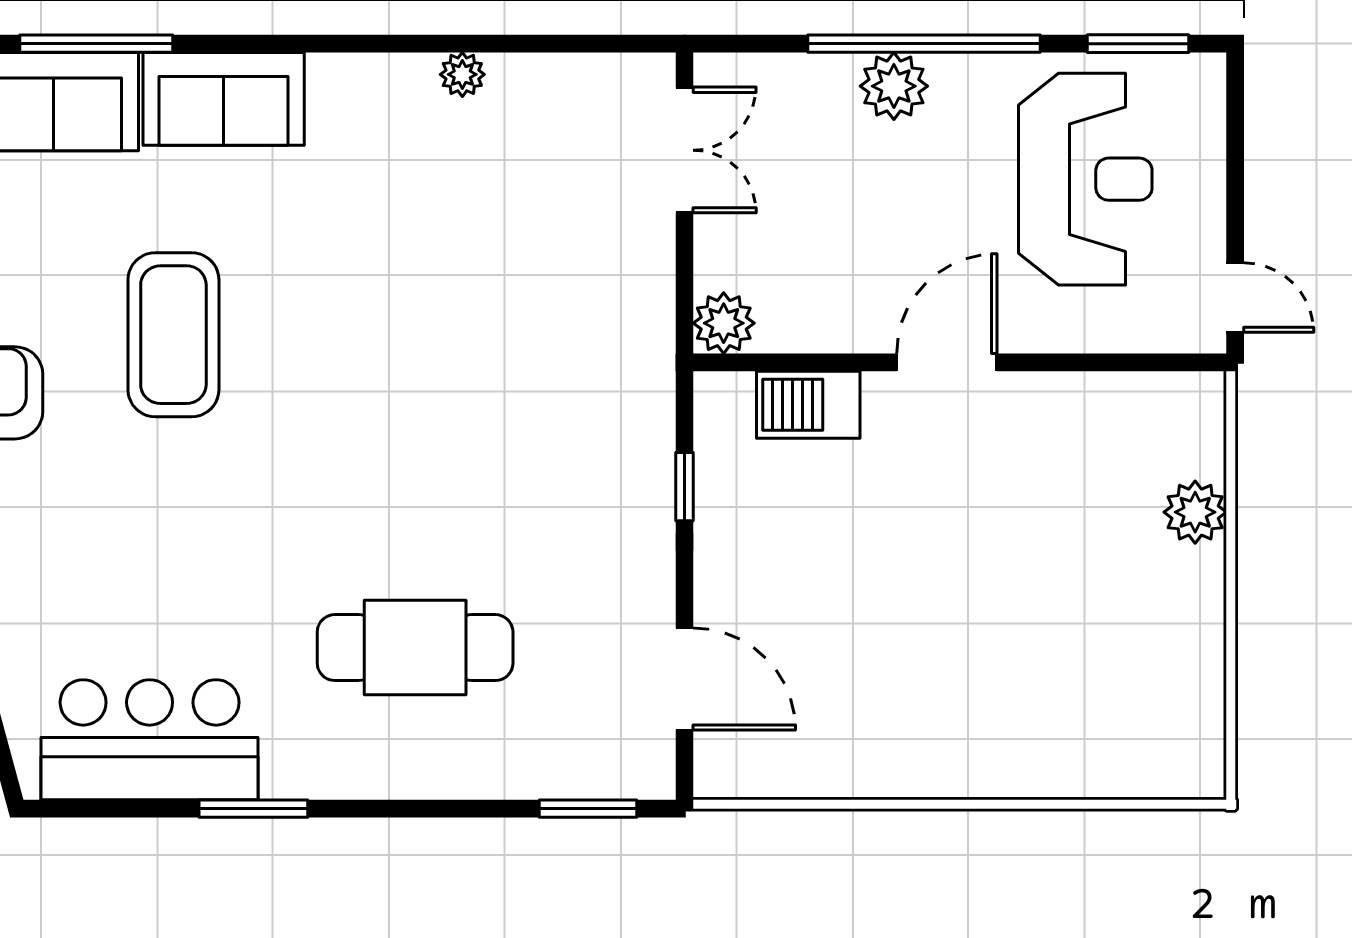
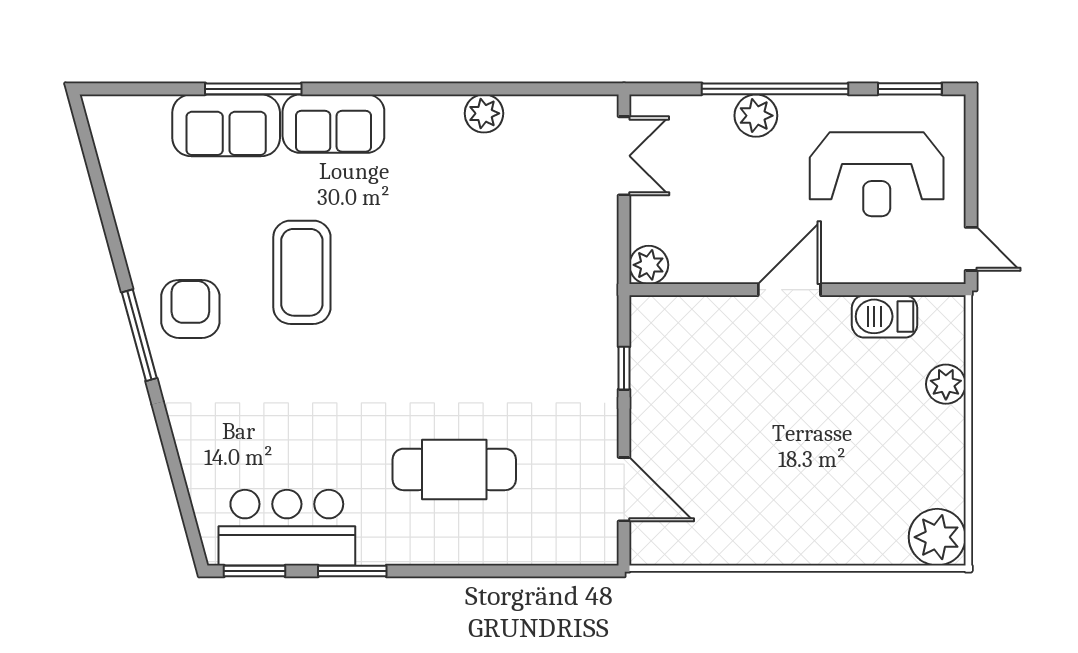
plant: (462, 74) -> (484, 113), width x1.38, depth x1.38
reception desk: (1085, 179) -> (877, 174), turned 90
barbecue: (808, 405) -> (885, 316), moved
plant: (1181, 755) -> (937, 537), added
window: (588, 809) -> (255, 571), moved

